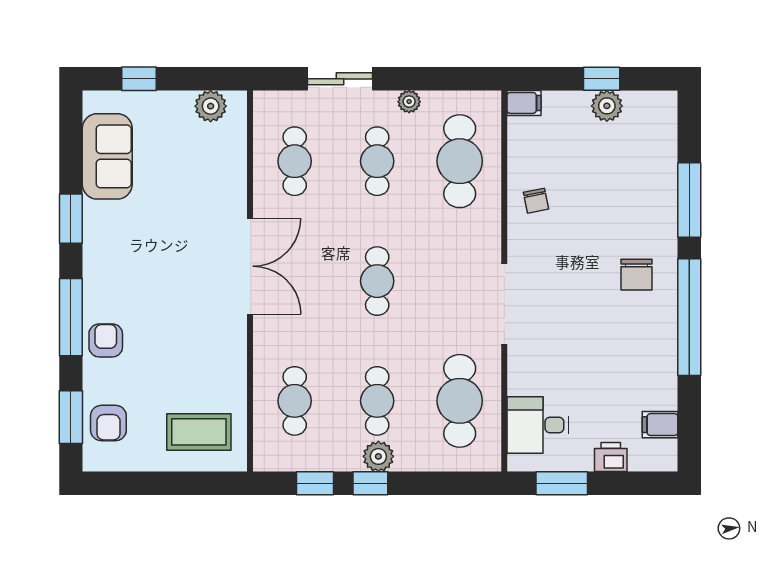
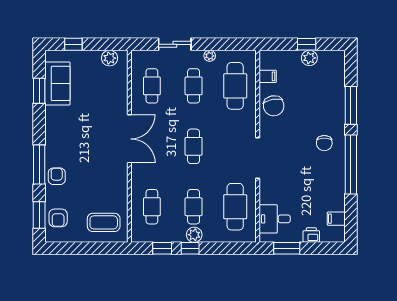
filing cabinet: (524, 103) -> (268, 76), moved
chair: (536, 201) -> (274, 106), width x1.87, depth x1.87
window: (71, 219) -> (39, 91), moved

